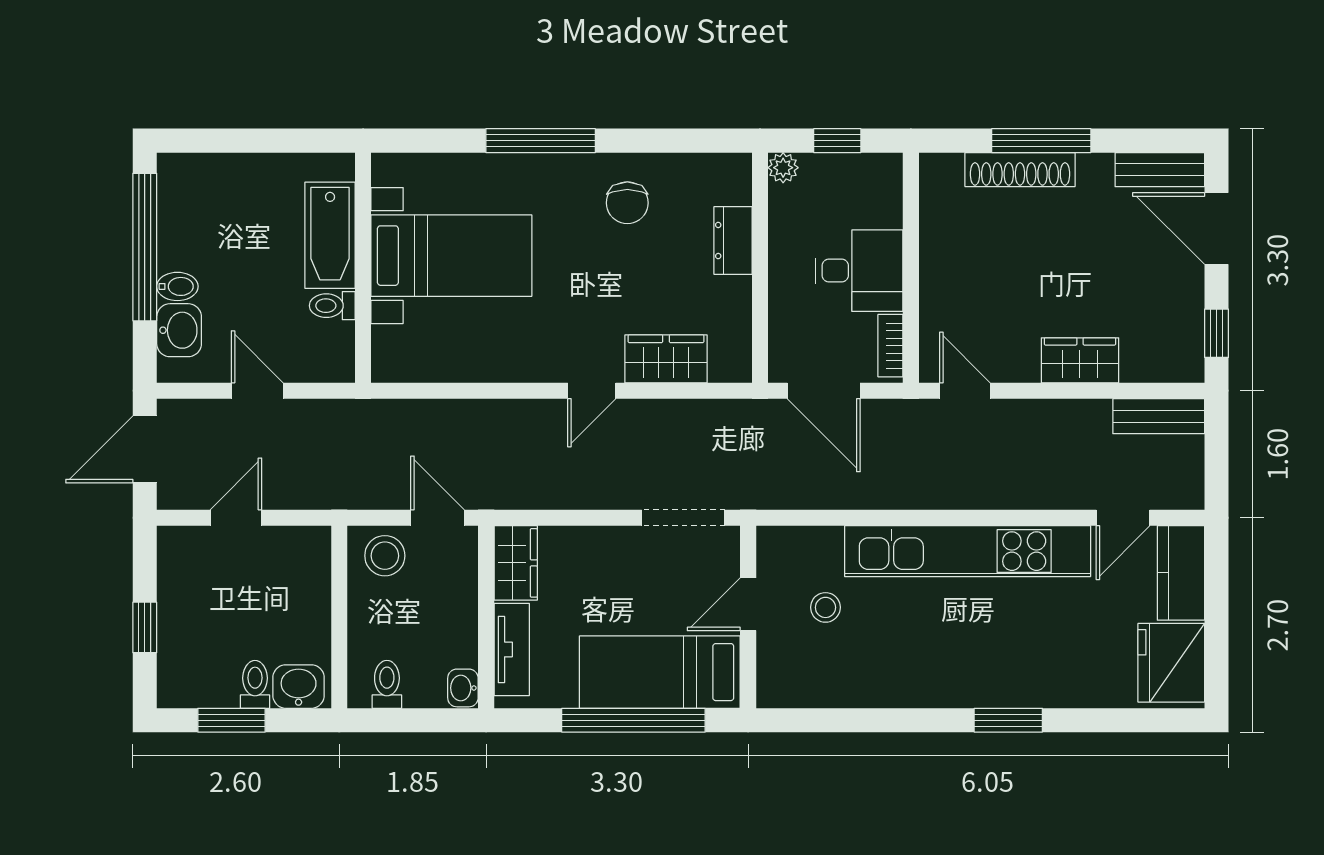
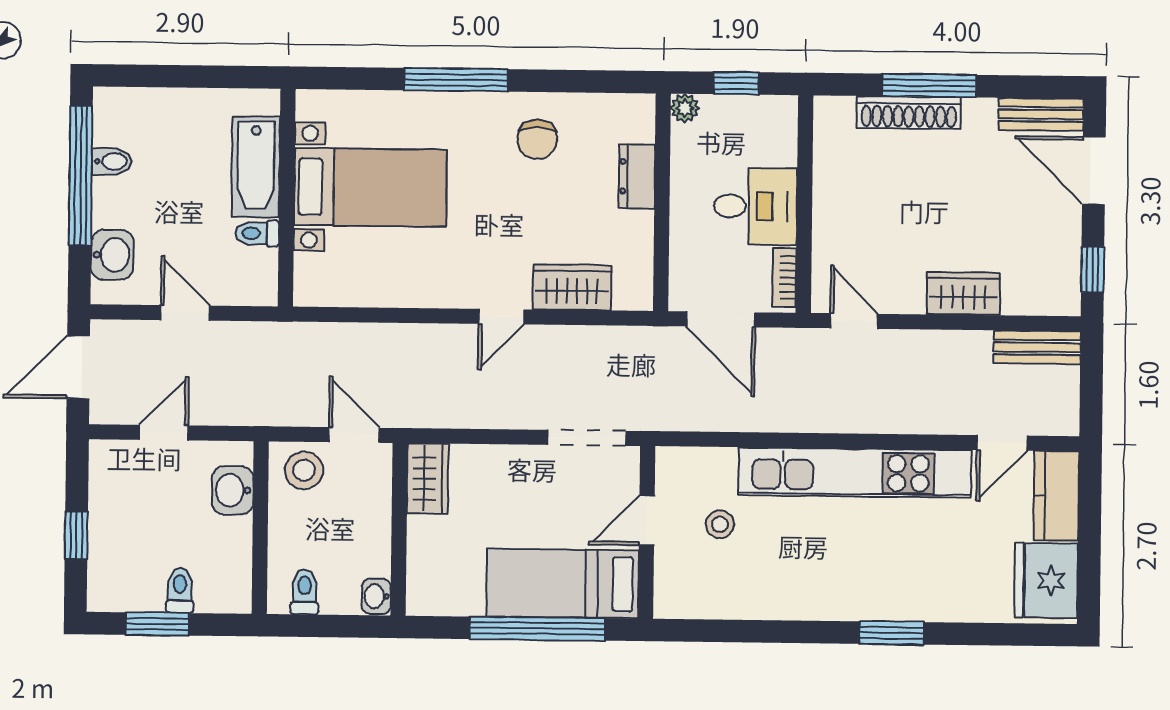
bidet: (177, 286) -> (112, 161), moved
tv unit: (512, 649) -> (423, 560), removed
washbasin: (299, 687) -> (233, 490), moved, turned -90

